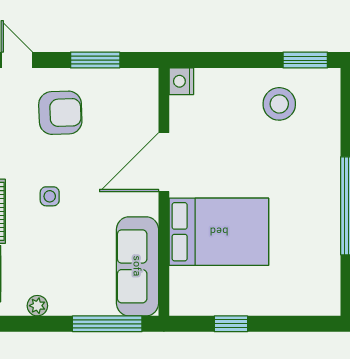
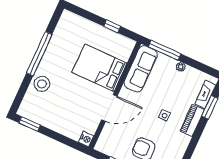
stool: (279, 104) -> (42, 84), moved
plant: (37, 306) -> (181, 67), moved

